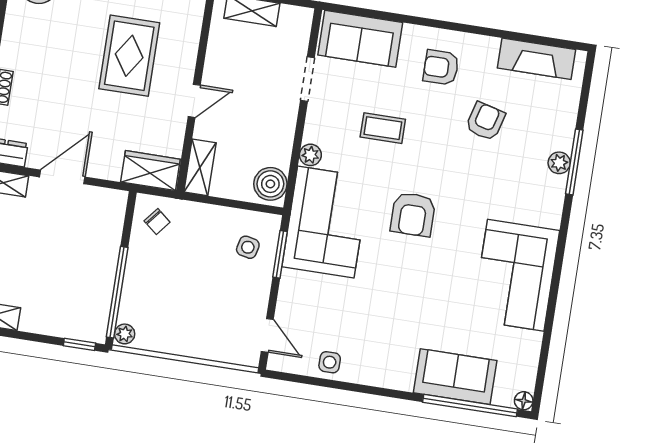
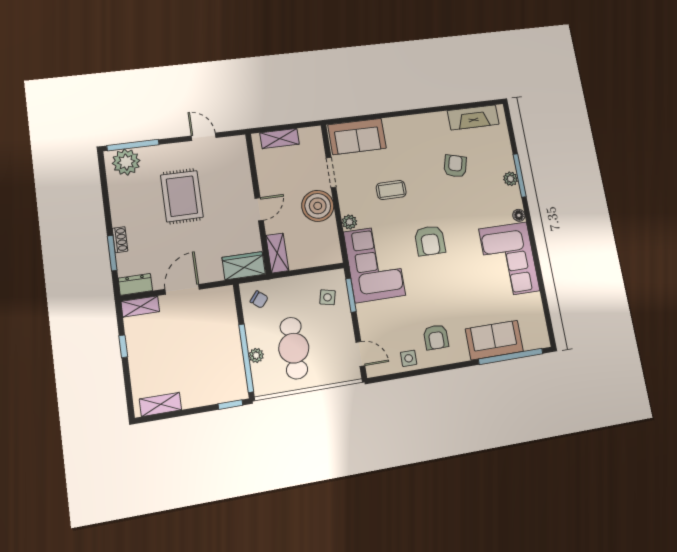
rug: (129, 56) -> (182, 196), moved
armchair: (441, 67) -> (436, 337), moved, turned -90
boiler: (270, 184) -> (318, 206), moved, width x1.37, depth x1.37
cafe table: (182, 299) -> (294, 348), added
plant: (125, 334) -> (256, 355), moved
floor lamp: (524, 401) -> (519, 215), moved

